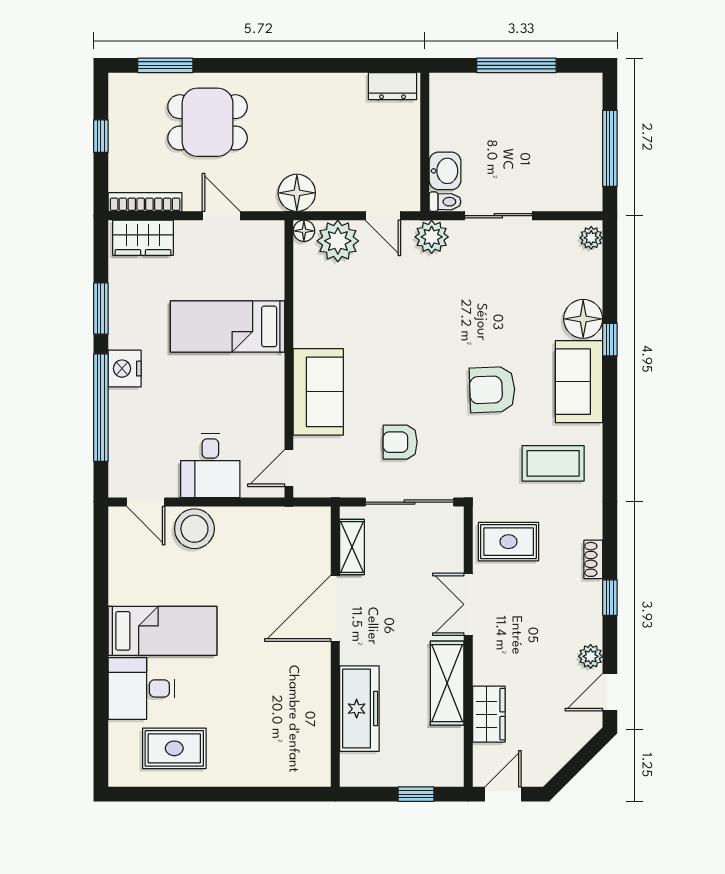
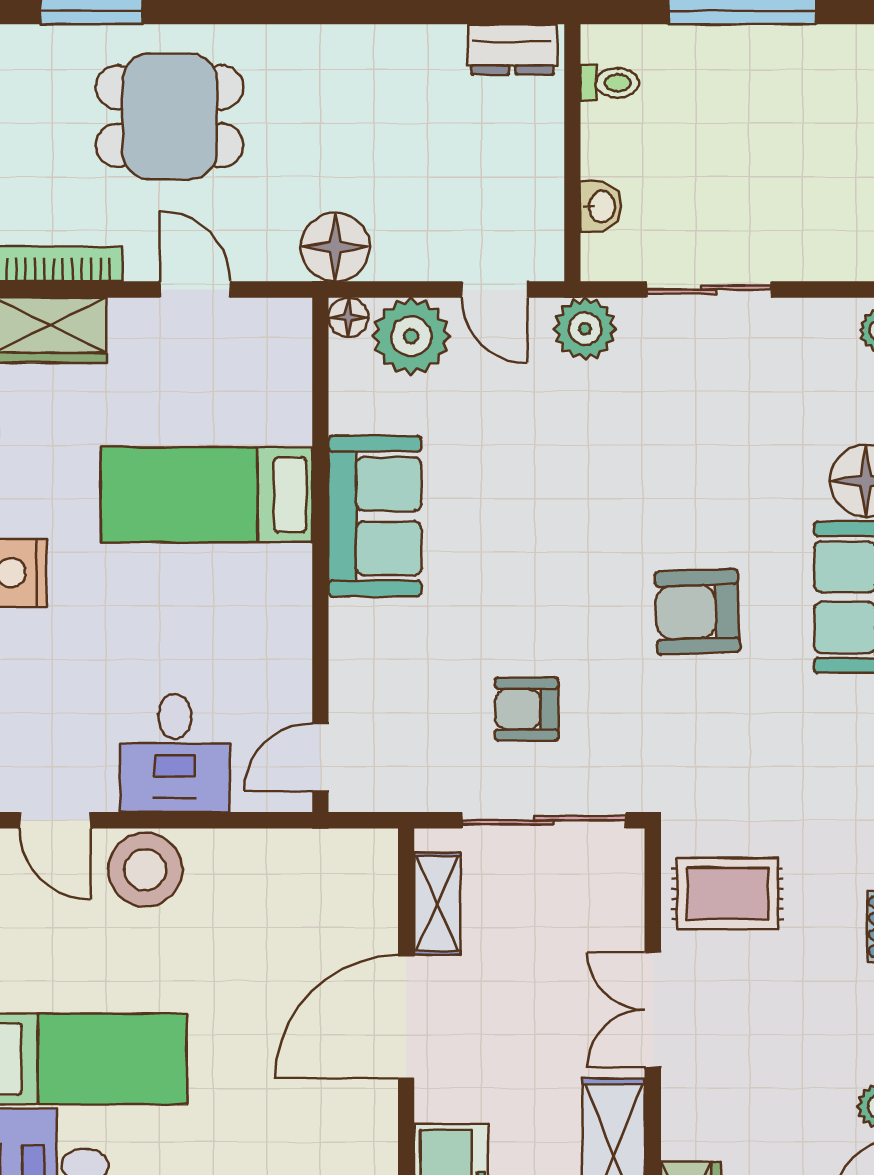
washbasin: (445, 171) -> (601, 206), width x0.72, depth x0.69
toilet: (445, 202) -> (610, 83), moved
sofa: (318, 392) -> (375, 516), moved
coffee table: (553, 463) -> (810, 748), removed

